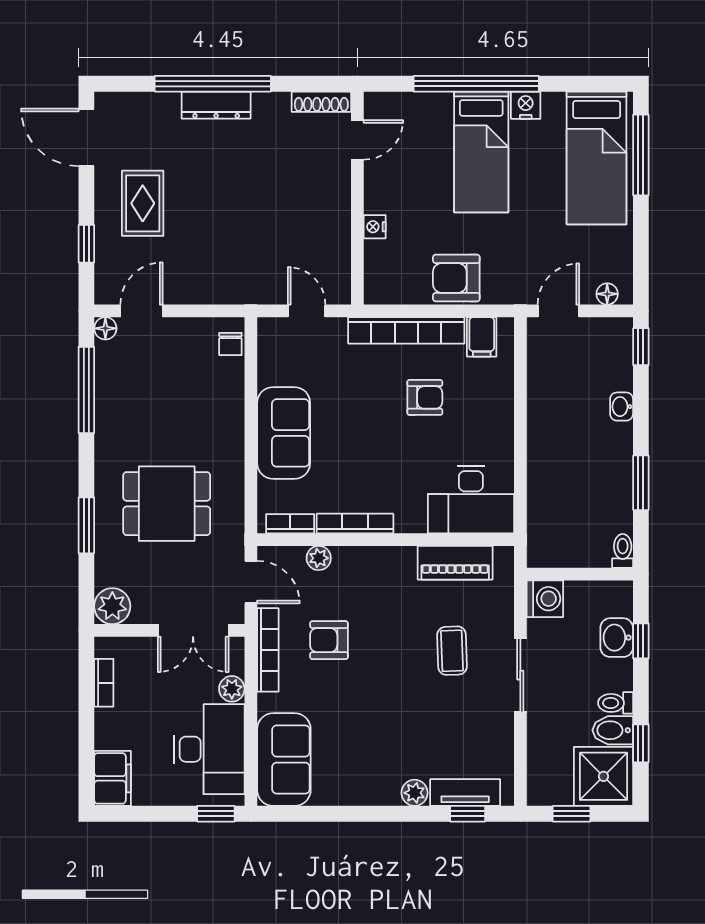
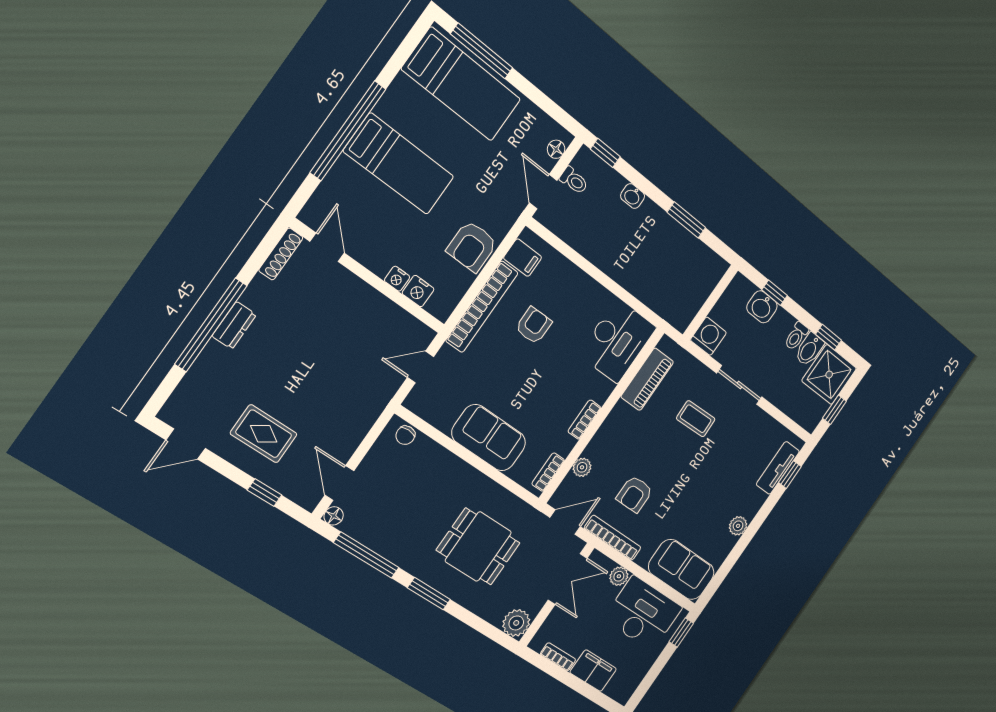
dresser: (216, 105) -> (234, 325), width x0.70
nightstand: (526, 105) -> (418, 291), moved, turned -90
door: (86, 137) -> (186, 444), width x0.73
chair: (230, 344) -> (405, 435), turned 90
dining table: (167, 504) -> (478, 547), turned 90
bookcase: (355, 524) -> (585, 420), width x0.64
window: (86, 525) -> (429, 594), moved
toilet: (623, 551) -> (574, 181), moved, turned 180
filing cabinet: (113, 778) -> (593, 671), moved
plant: (415, 793) -> (738, 526), moved

